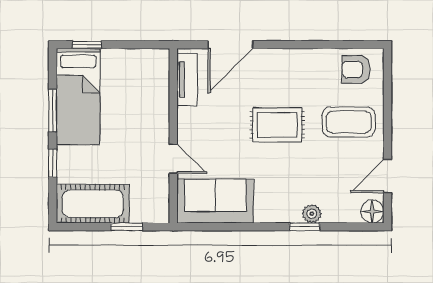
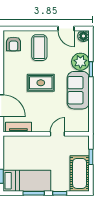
rug: (277, 125) -> (41, 83), turned 90
sofa: (215, 201) -> (78, 90), moved
plant: (312, 214) -> (80, 62), width x1.88, depth x1.88

